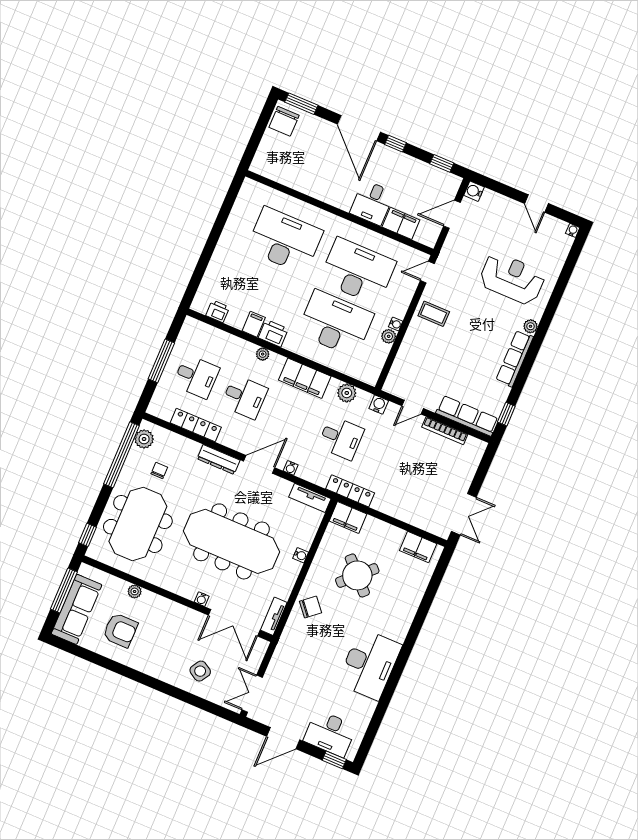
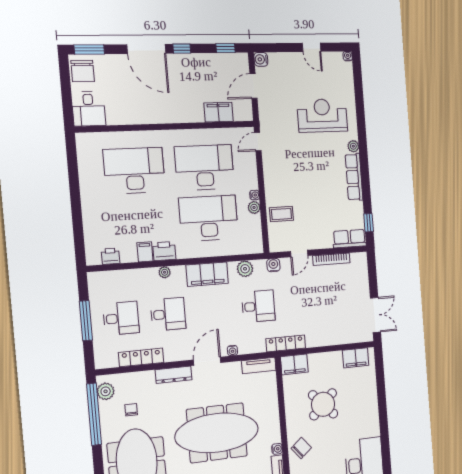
desk: (372, 203) -> (89, 109), moved
coffee table: (434, 314) -> (281, 214), moved
row of seats: (467, 416) -> (349, 239), width x0.68
water cooler: (301, 555) -> (277, 449), moved

